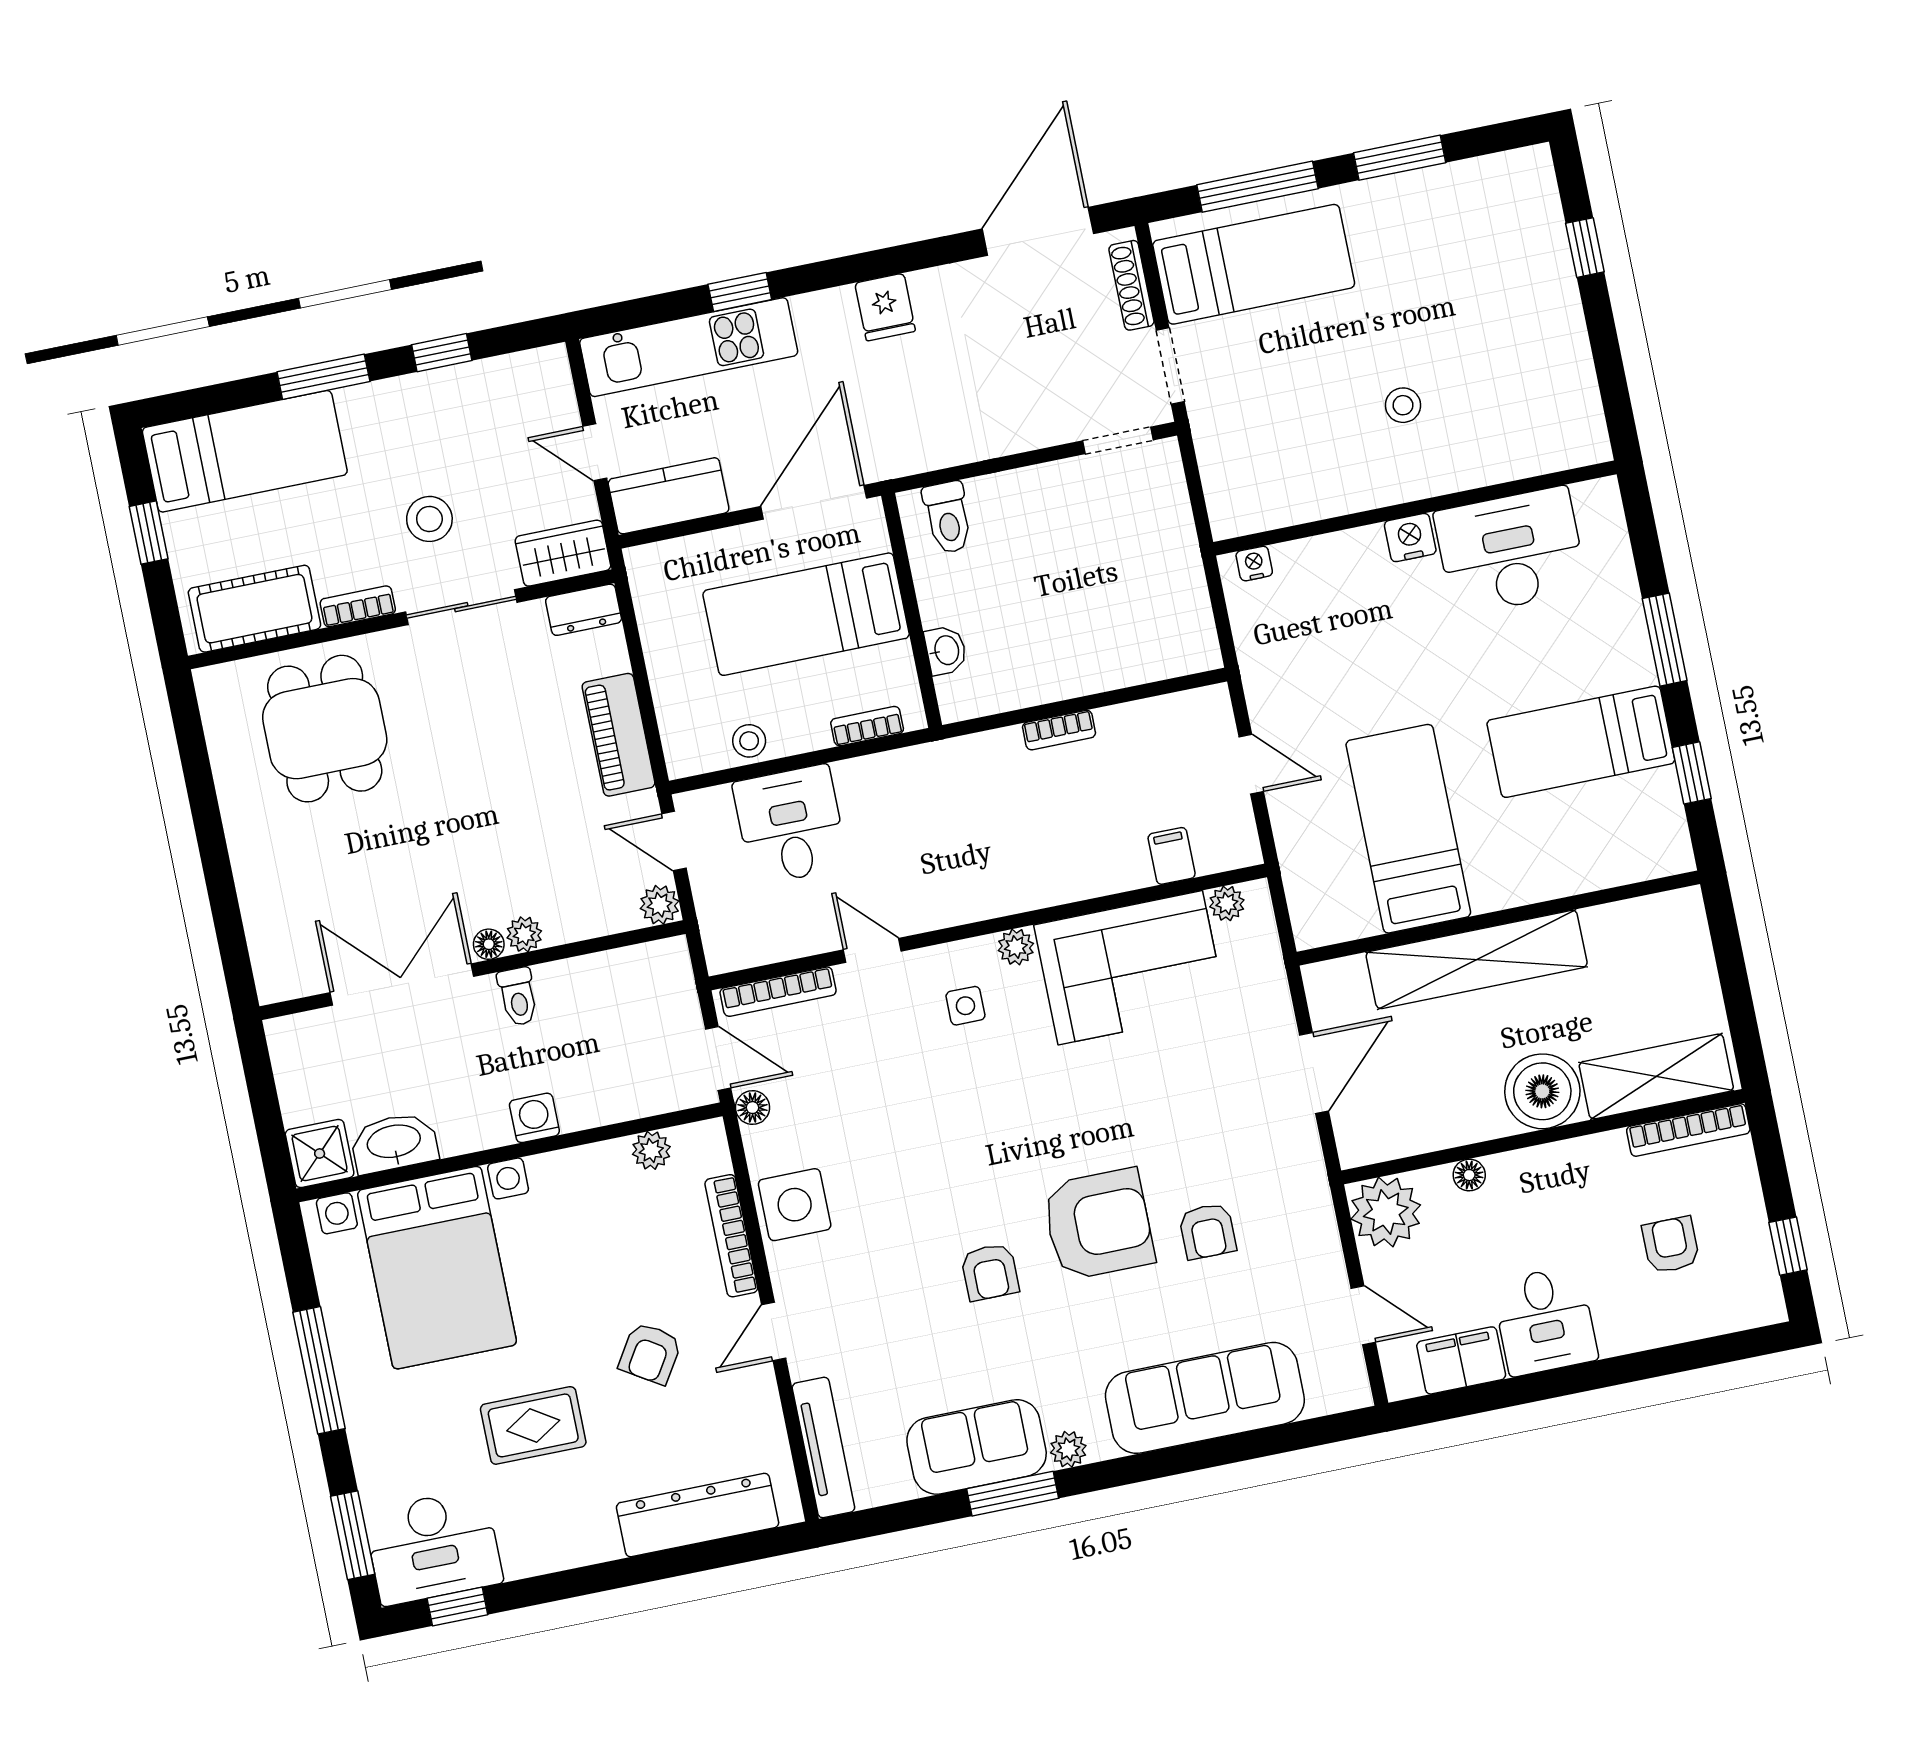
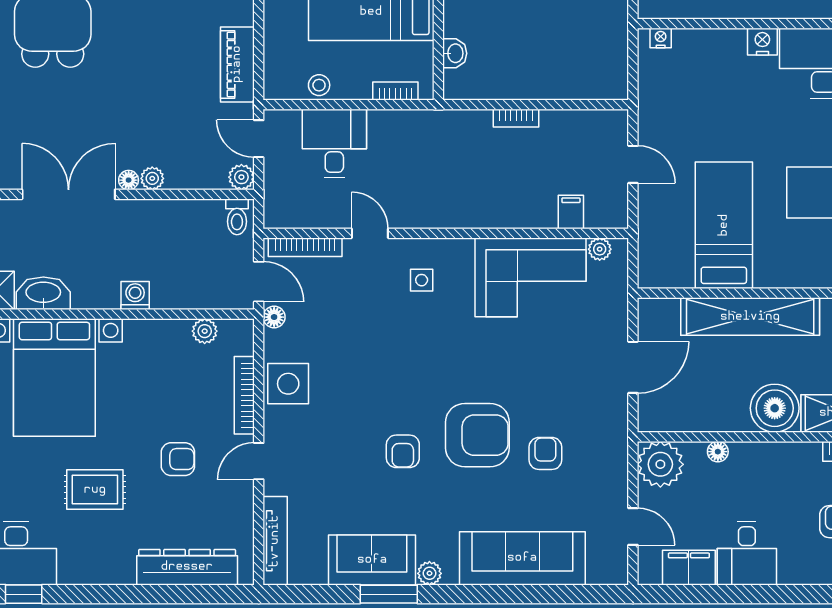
plant: (1016, 947) -> (461, 249), removed
toilet: (518, 997) -> (237, 217), moved
armchair: (1208, 1231) -> (545, 453), turned 180
armchair: (650, 1353) -> (178, 459), turned -122

